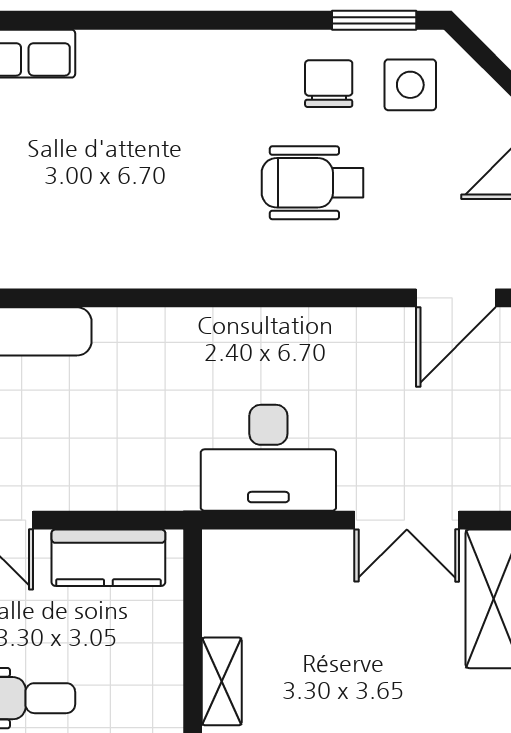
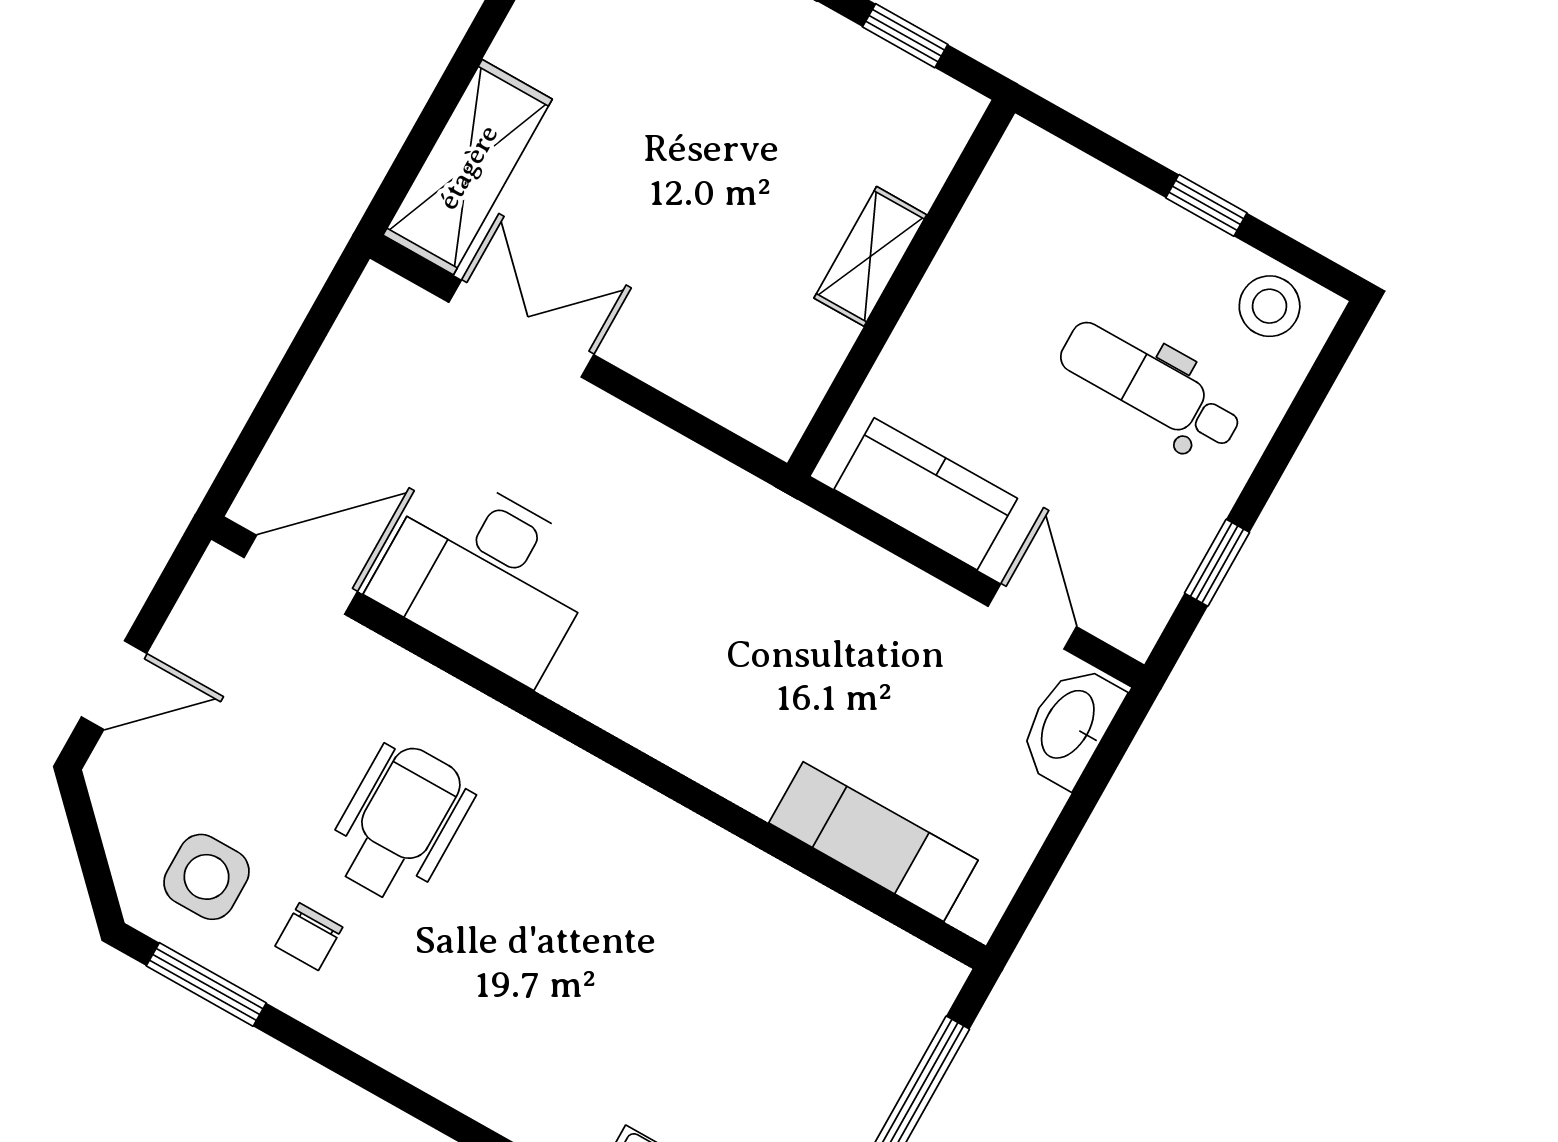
chair: (329, 84) -> (309, 937), width x0.73, depth x0.73
wheelchair: (313, 183) -> (400, 823), turned -90
desk: (268, 458) -> (486, 575), moved, turned 180

